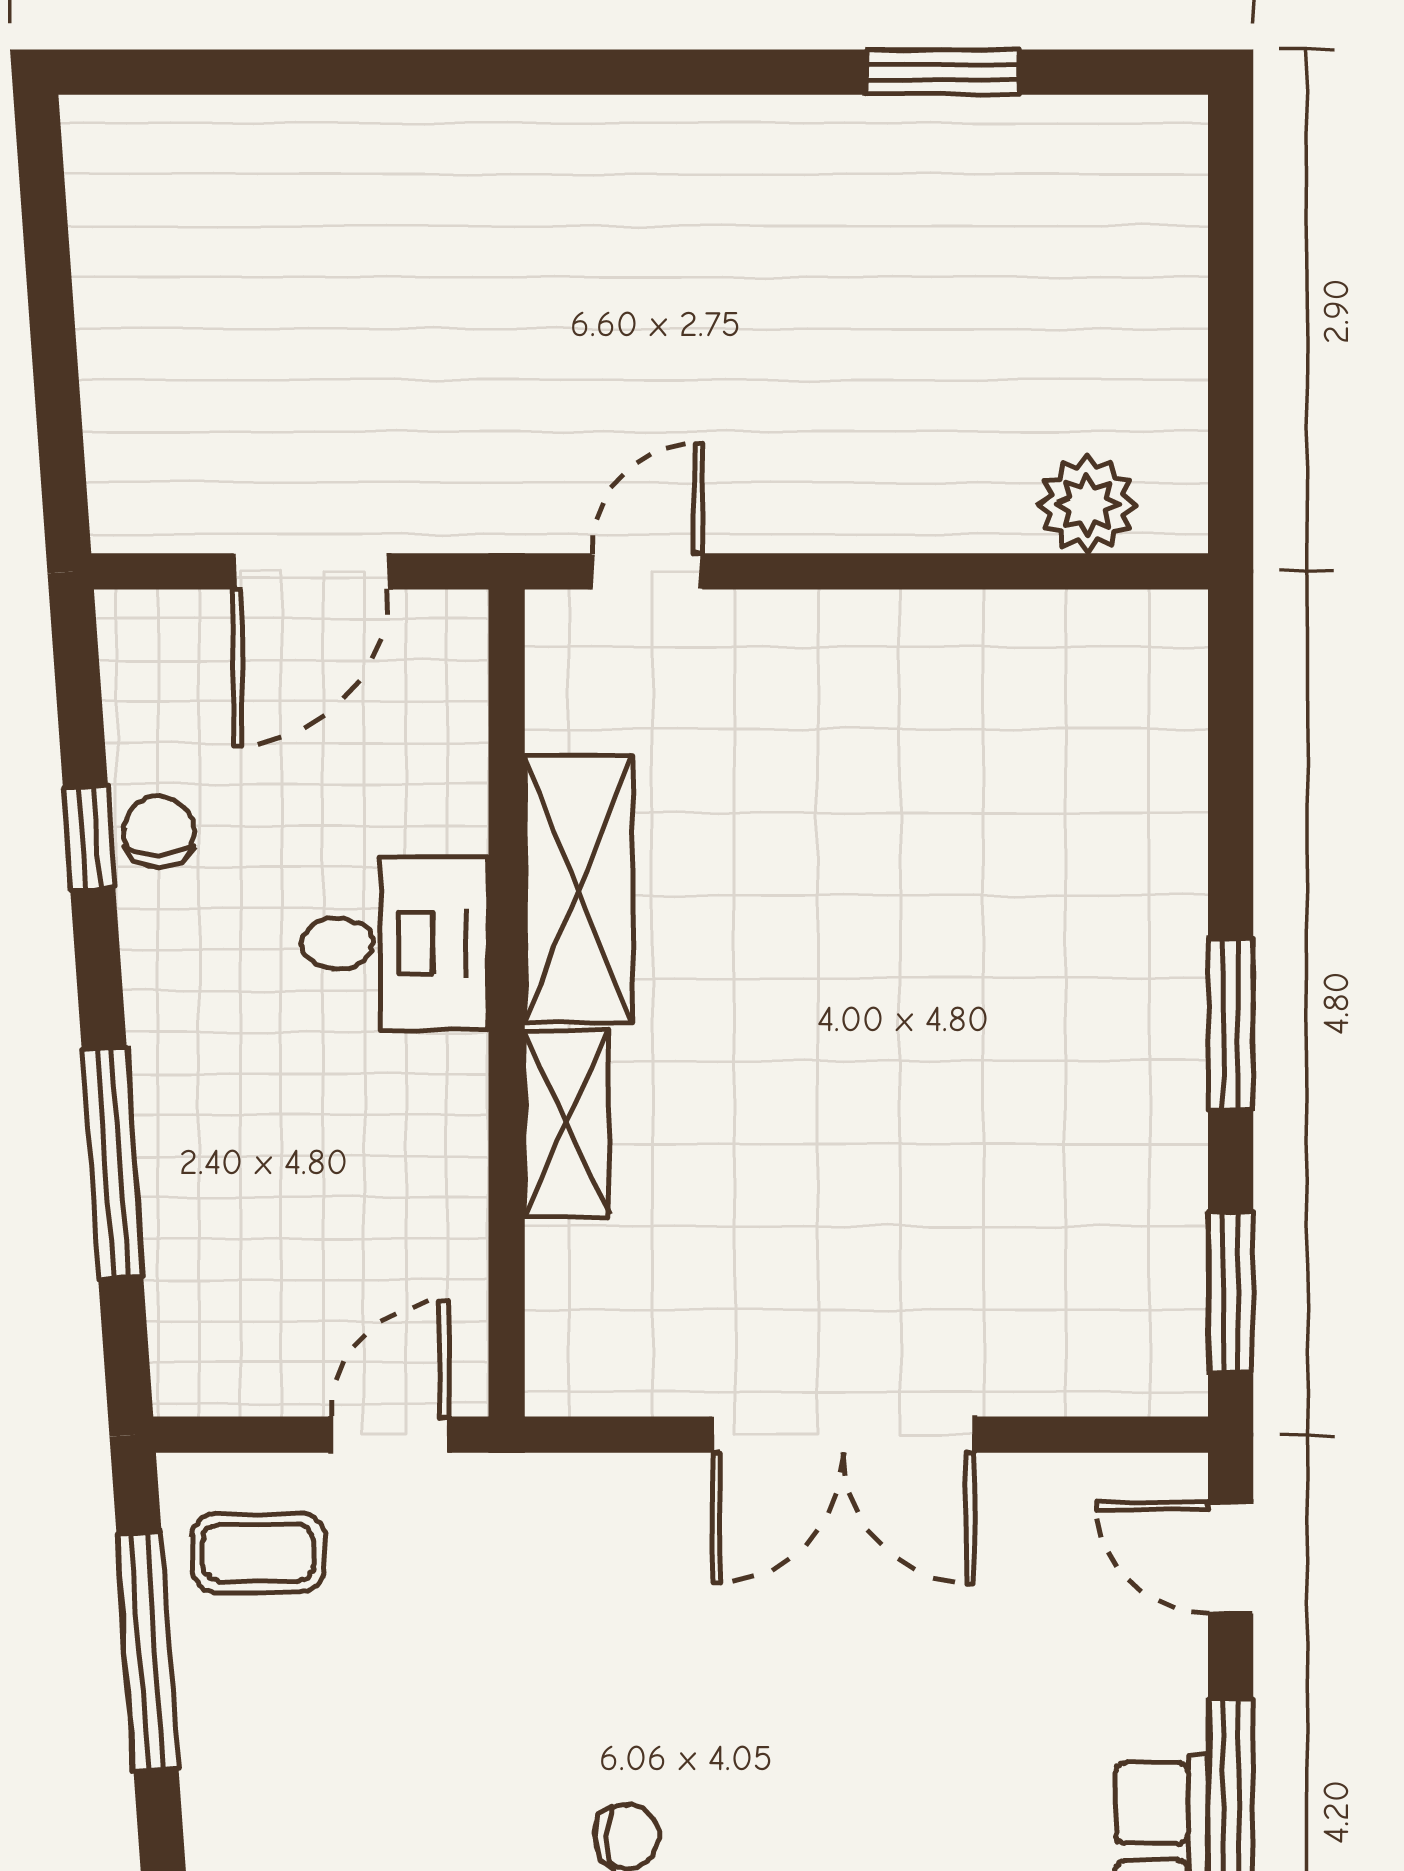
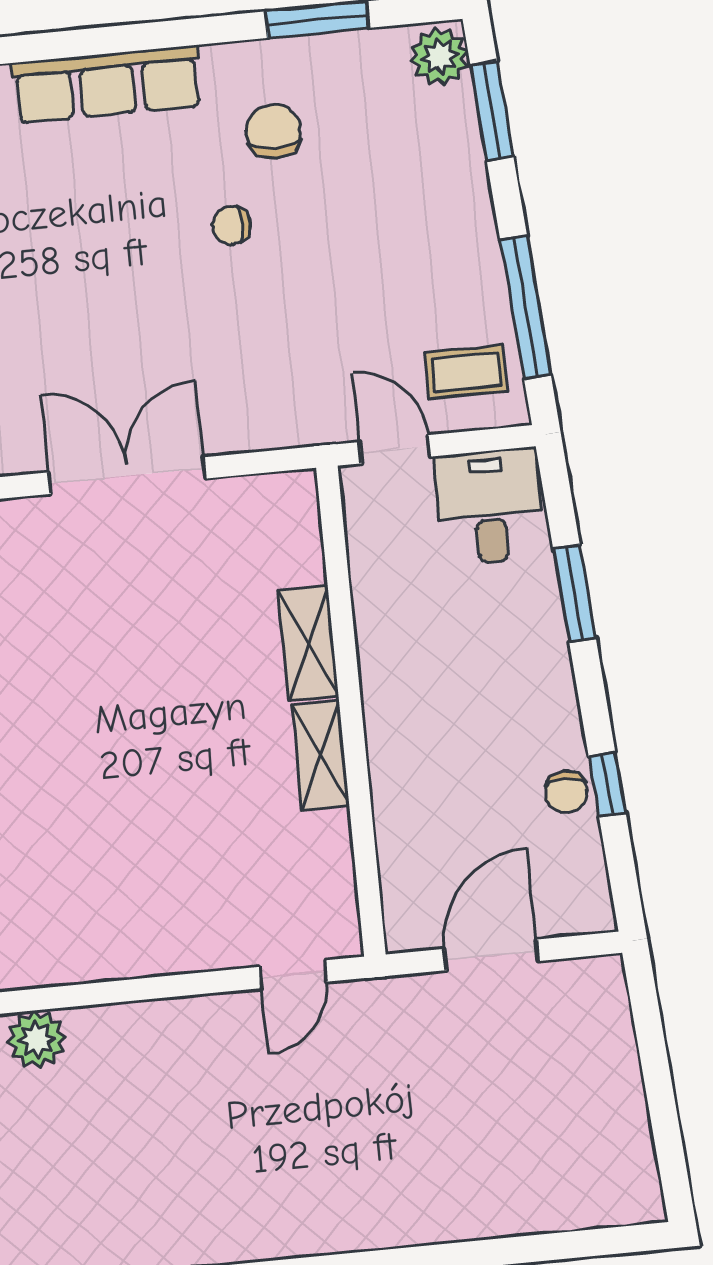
shelving: (578, 889) -> (320, 755), width x0.67, depth x0.75
desk: (395, 943) -> (489, 506), moved, turned 90
window: (112, 1163) -> (574, 593), width x0.69
door: (390, 1435) -> (395, 449), swing flipped

